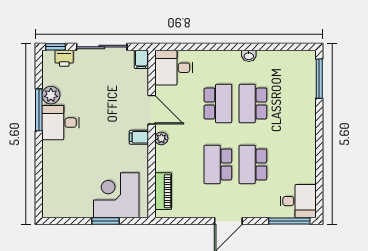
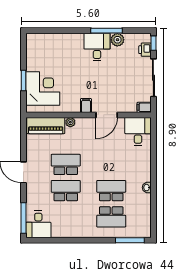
school desk: (218, 104) -> (111, 217), moved
plant: (161, 138) -> (70, 122), moved
piano: (163, 191) -> (46, 126), width x1.37, depth x1.33

